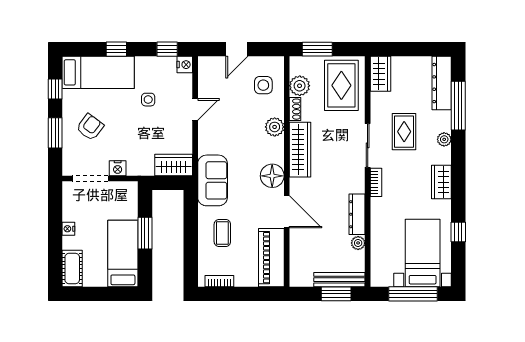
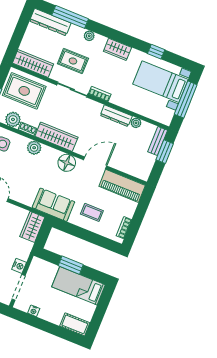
wardrobe: (380, 74) -> (33, 64), width x1.50
nightstand: (68, 229) -> (34, 311), moved
bench: (339, 280) -> (158, 141), width x0.73

